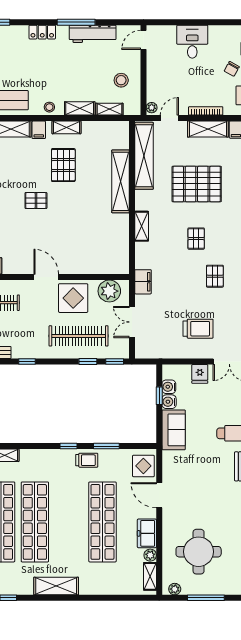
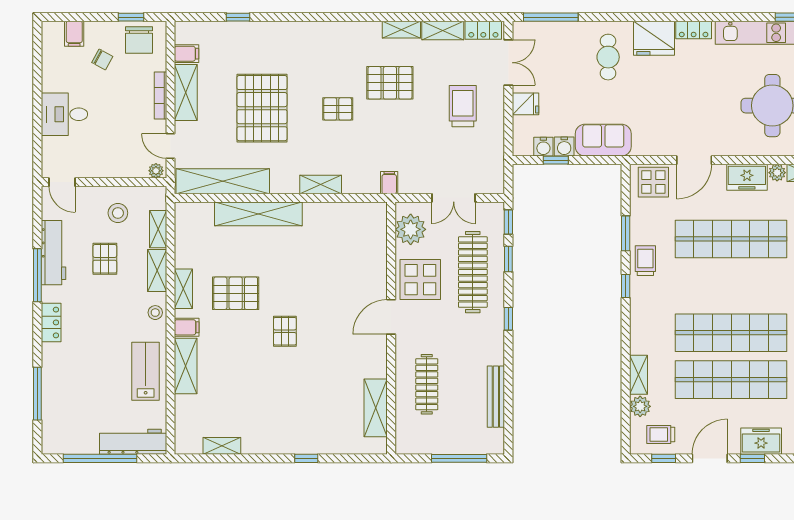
pallet: (88, 71) -> (105, 259), added
pallet: (215, 276) -> (390, 83), width x1.50, depth x1.42
filing cabinet: (143, 282) -> (389, 183), width x0.50
window: (27, 362) -> (508, 319), moved

